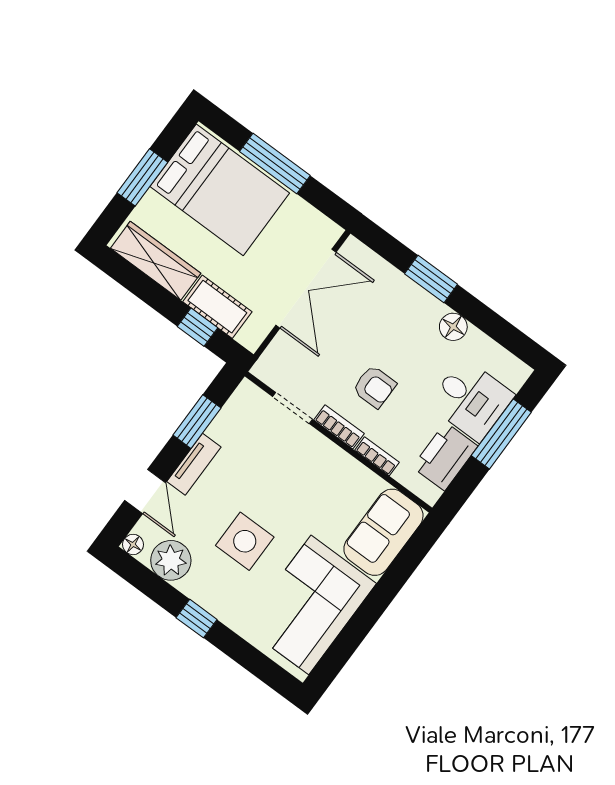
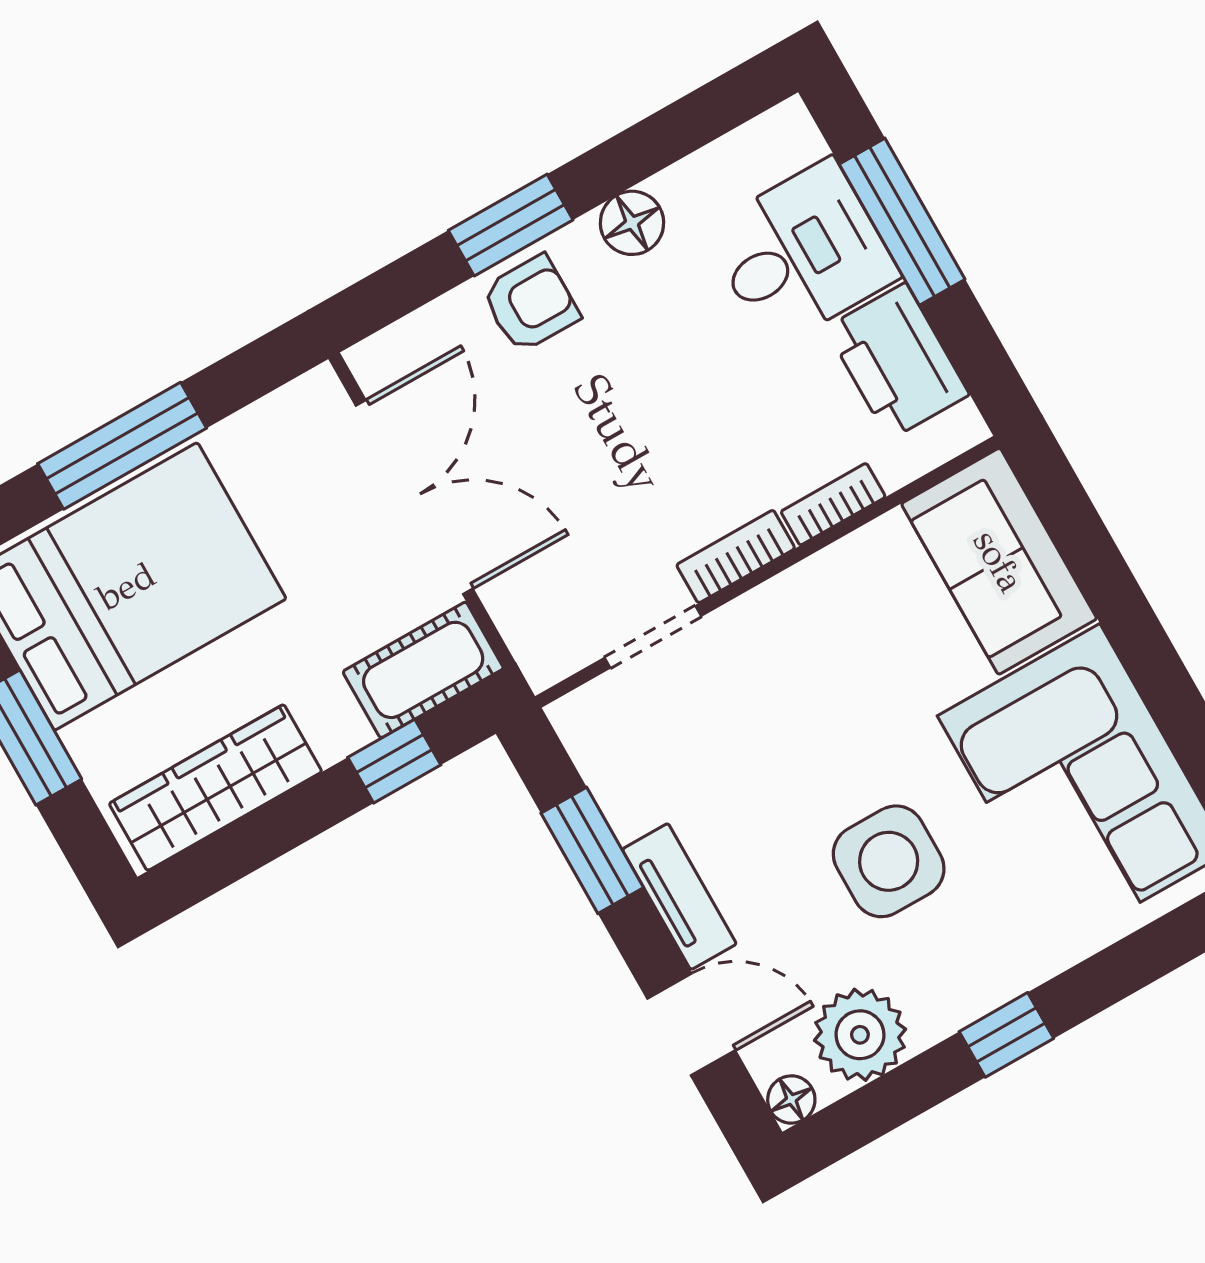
cot: (217, 307) -> (423, 670), moved
armchair: (374, 387) -> (531, 304), moved

